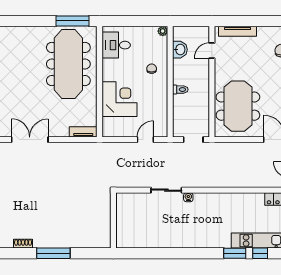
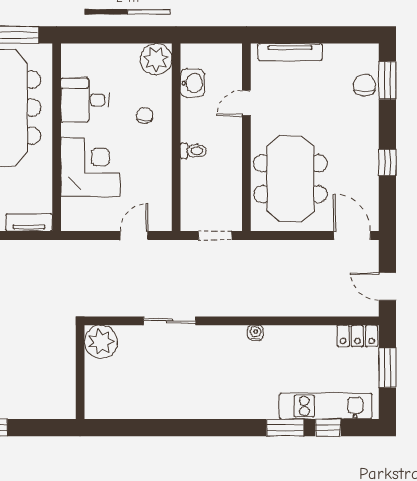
plant: (163, 31) -> (156, 59), width x1.87, depth x1.87
desk: (116, 45) -> (85, 100), moved
door: (212, 51) -> (246, 103), moved
water cooler: (188, 197) -> (255, 333), moved
plant: (126, 202) -> (101, 342), added

